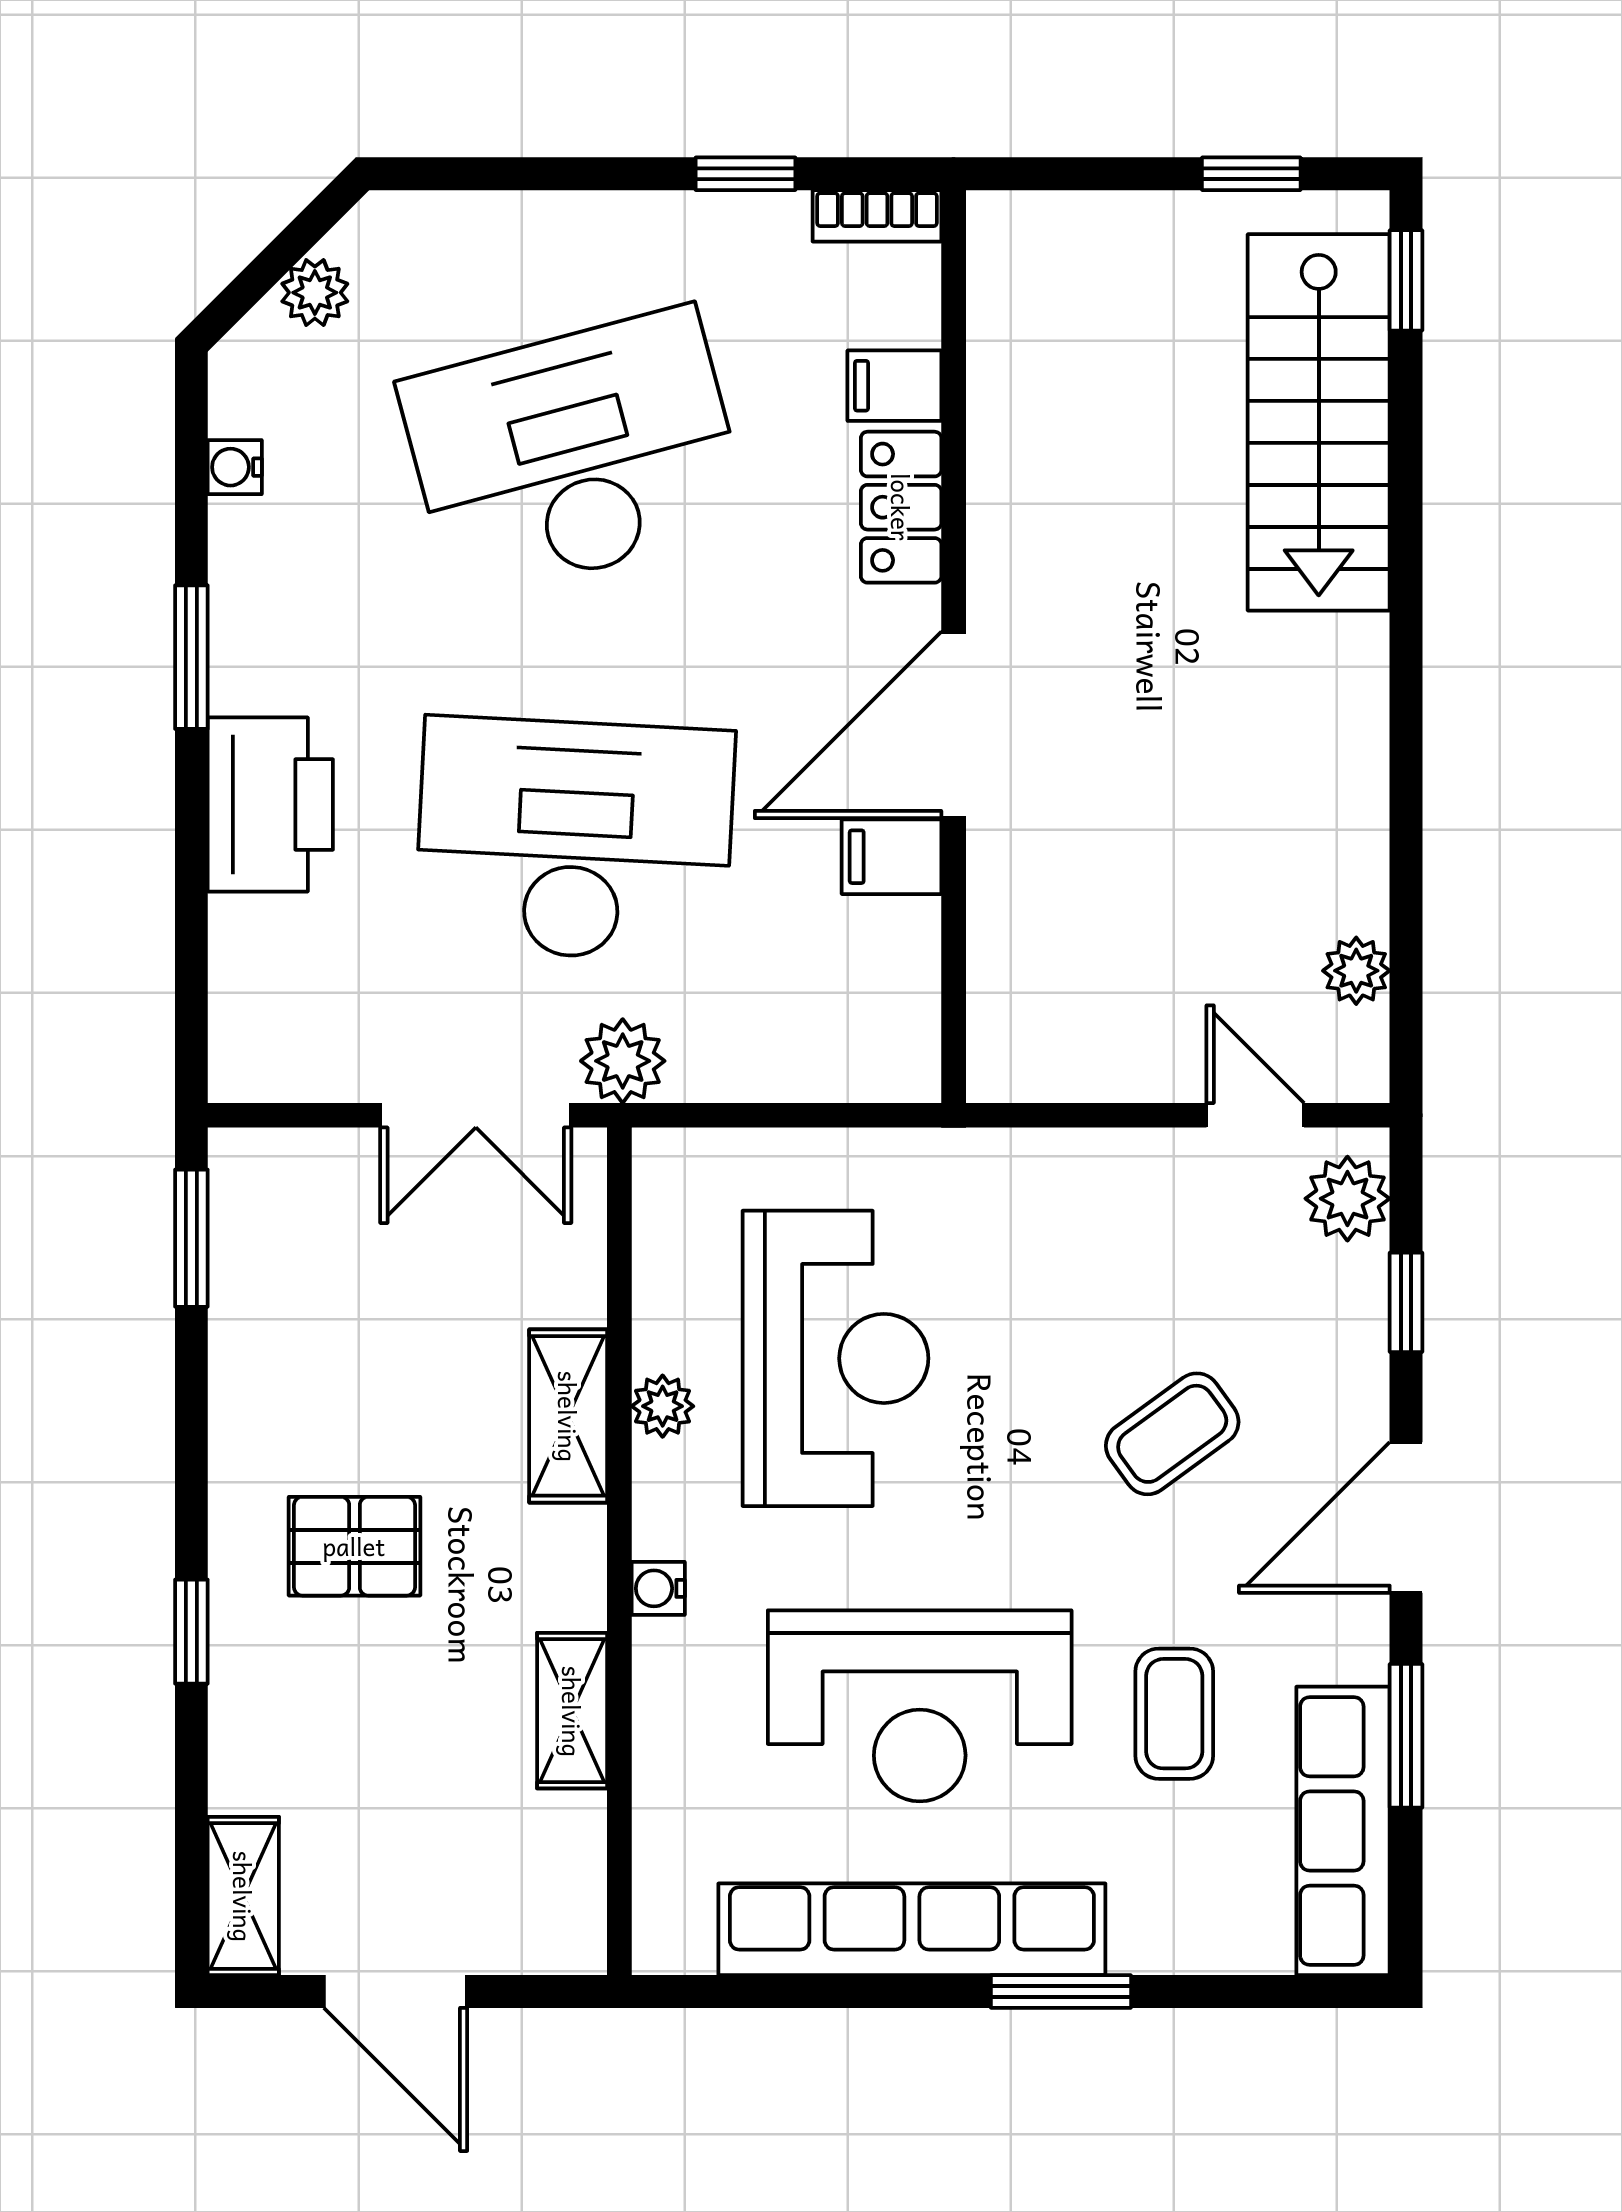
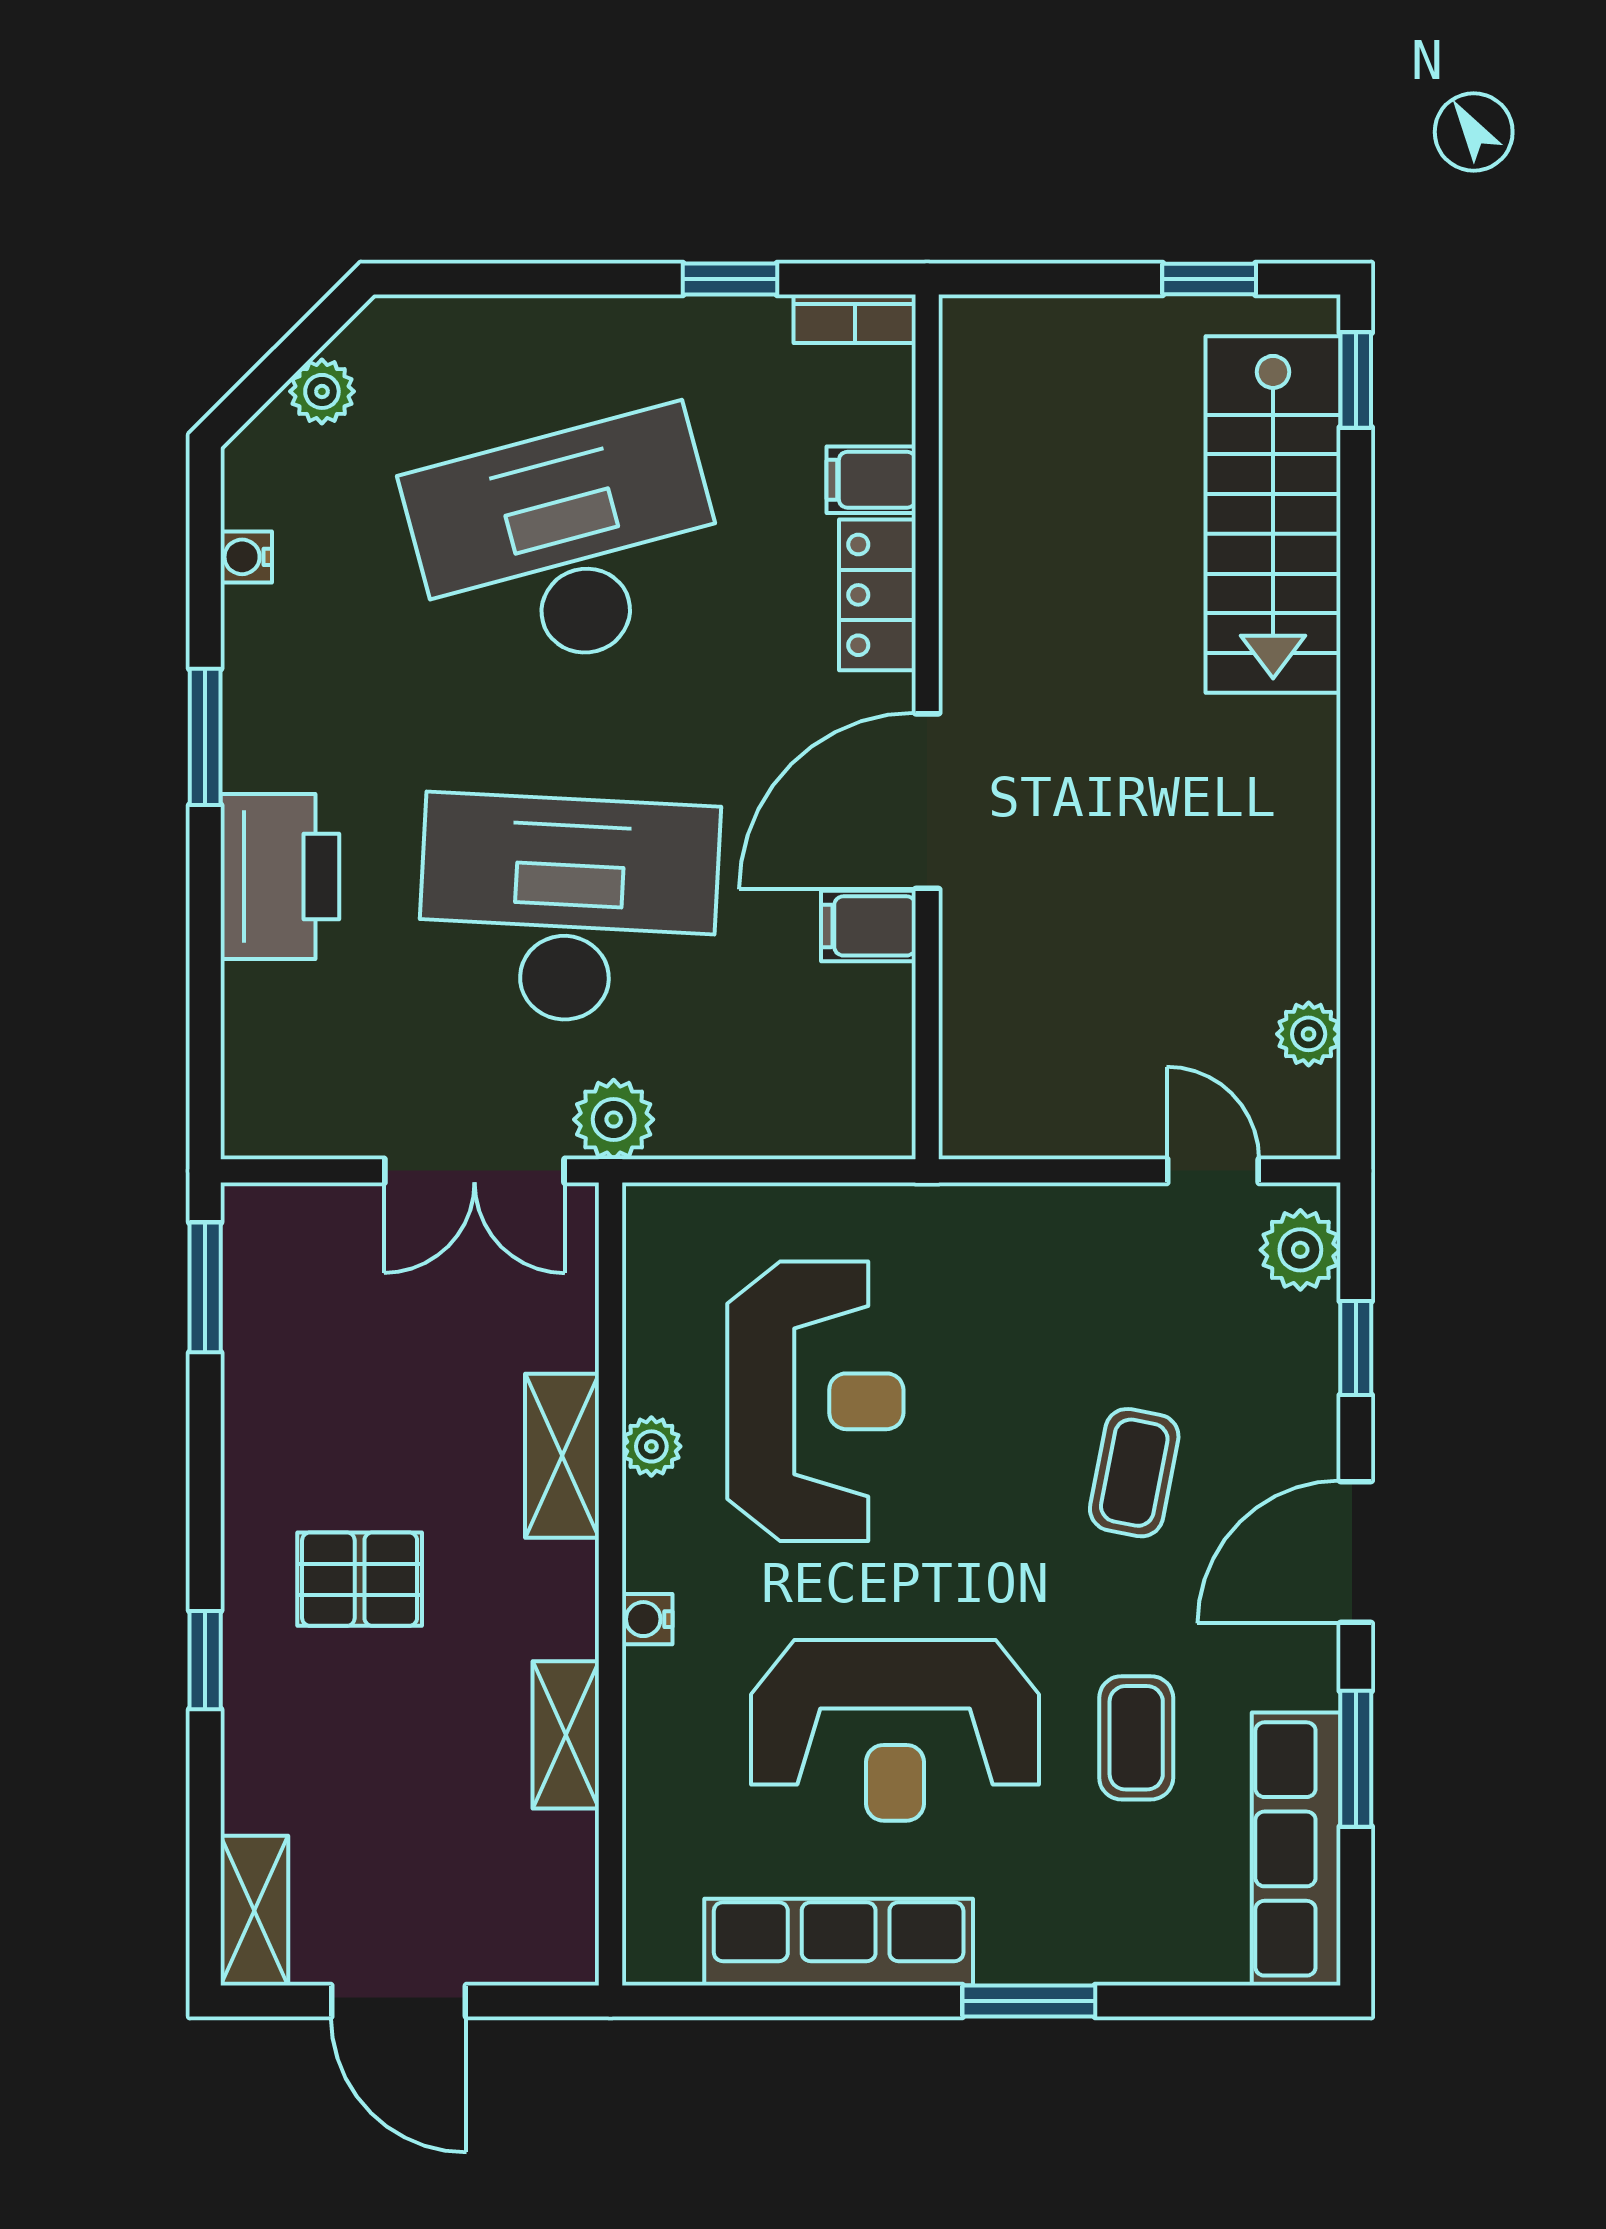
coffee table: (1172, 1434) -> (1134, 1473), turned -43
row of seats: (912, 1929) -> (839, 1942), width x0.73

